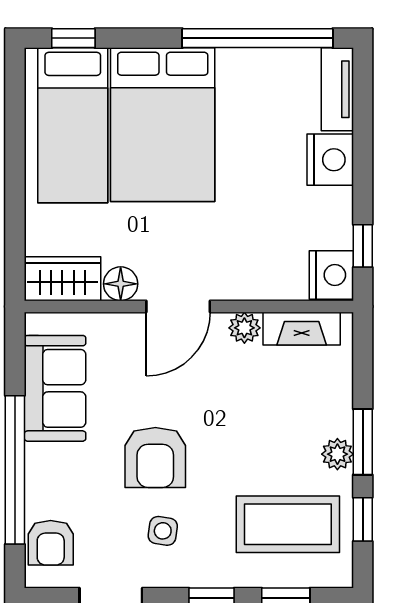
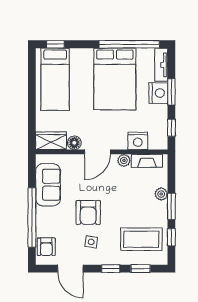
bed: (163, 125) -> (115, 79), moved
window: (363, 156) -> (171, 92), added
nightstand: (331, 275) -> (138, 141), moved, turned 90
plant: (337, 454) -> (161, 194), moved

